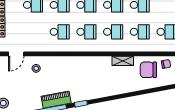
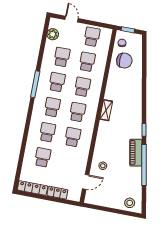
door: (16, 54) -> (86, 182), hinge flipped
shelving: (123, 61) -> (106, 110), moved
chair: (148, 70) -> (124, 61), turned -90

